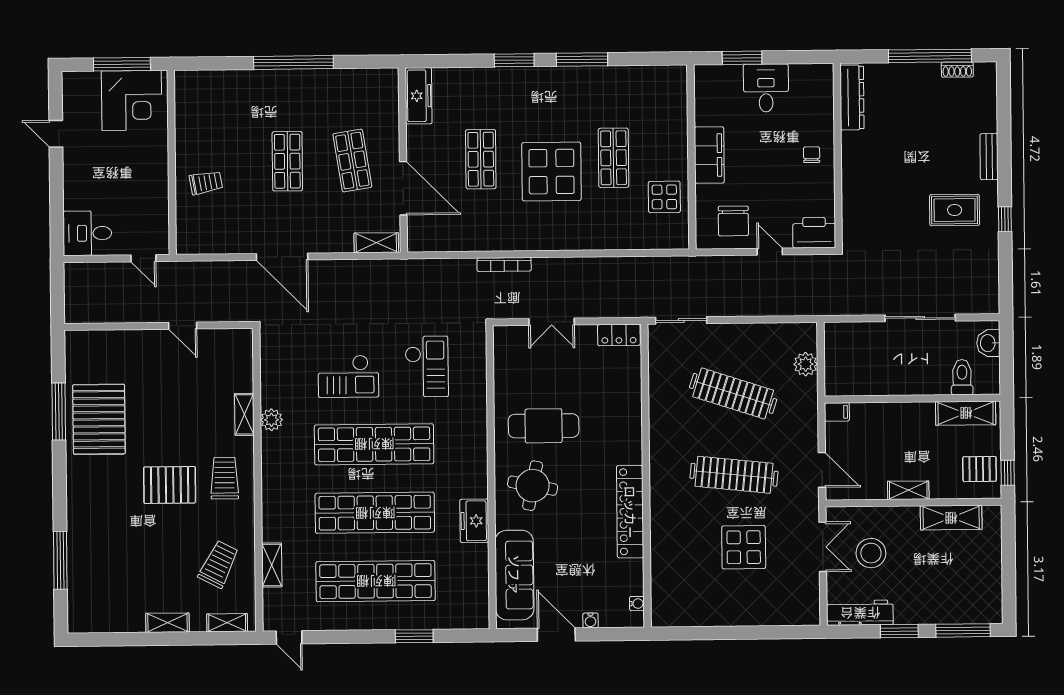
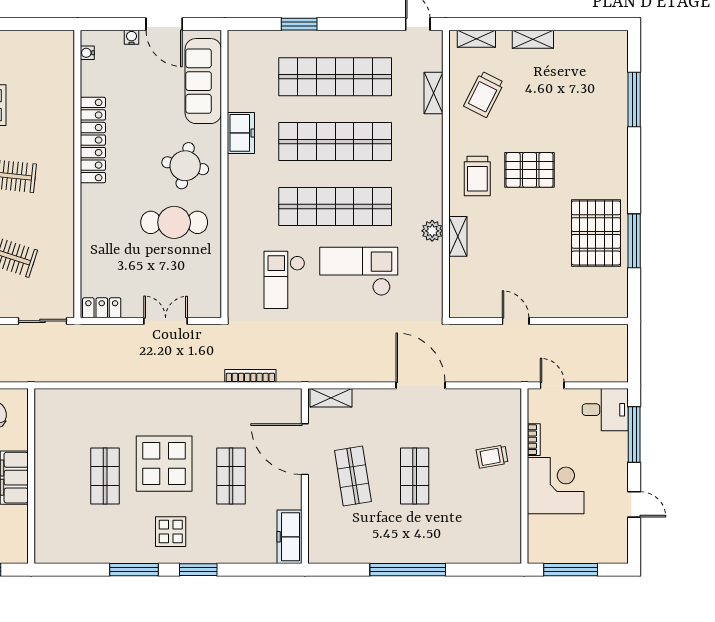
corner desk: (132, 100) -> (556, 486), moved, turned 90
display table: (664, 197) -> (171, 532), moved
bookcase: (162, 201) -> (534, 440), added
window: (57, 207) -> (634, 435), added
bookcase: (504, 264) -> (250, 376), moved
checkout: (348, 376) -> (359, 271), width x1.36, depth x1.21

